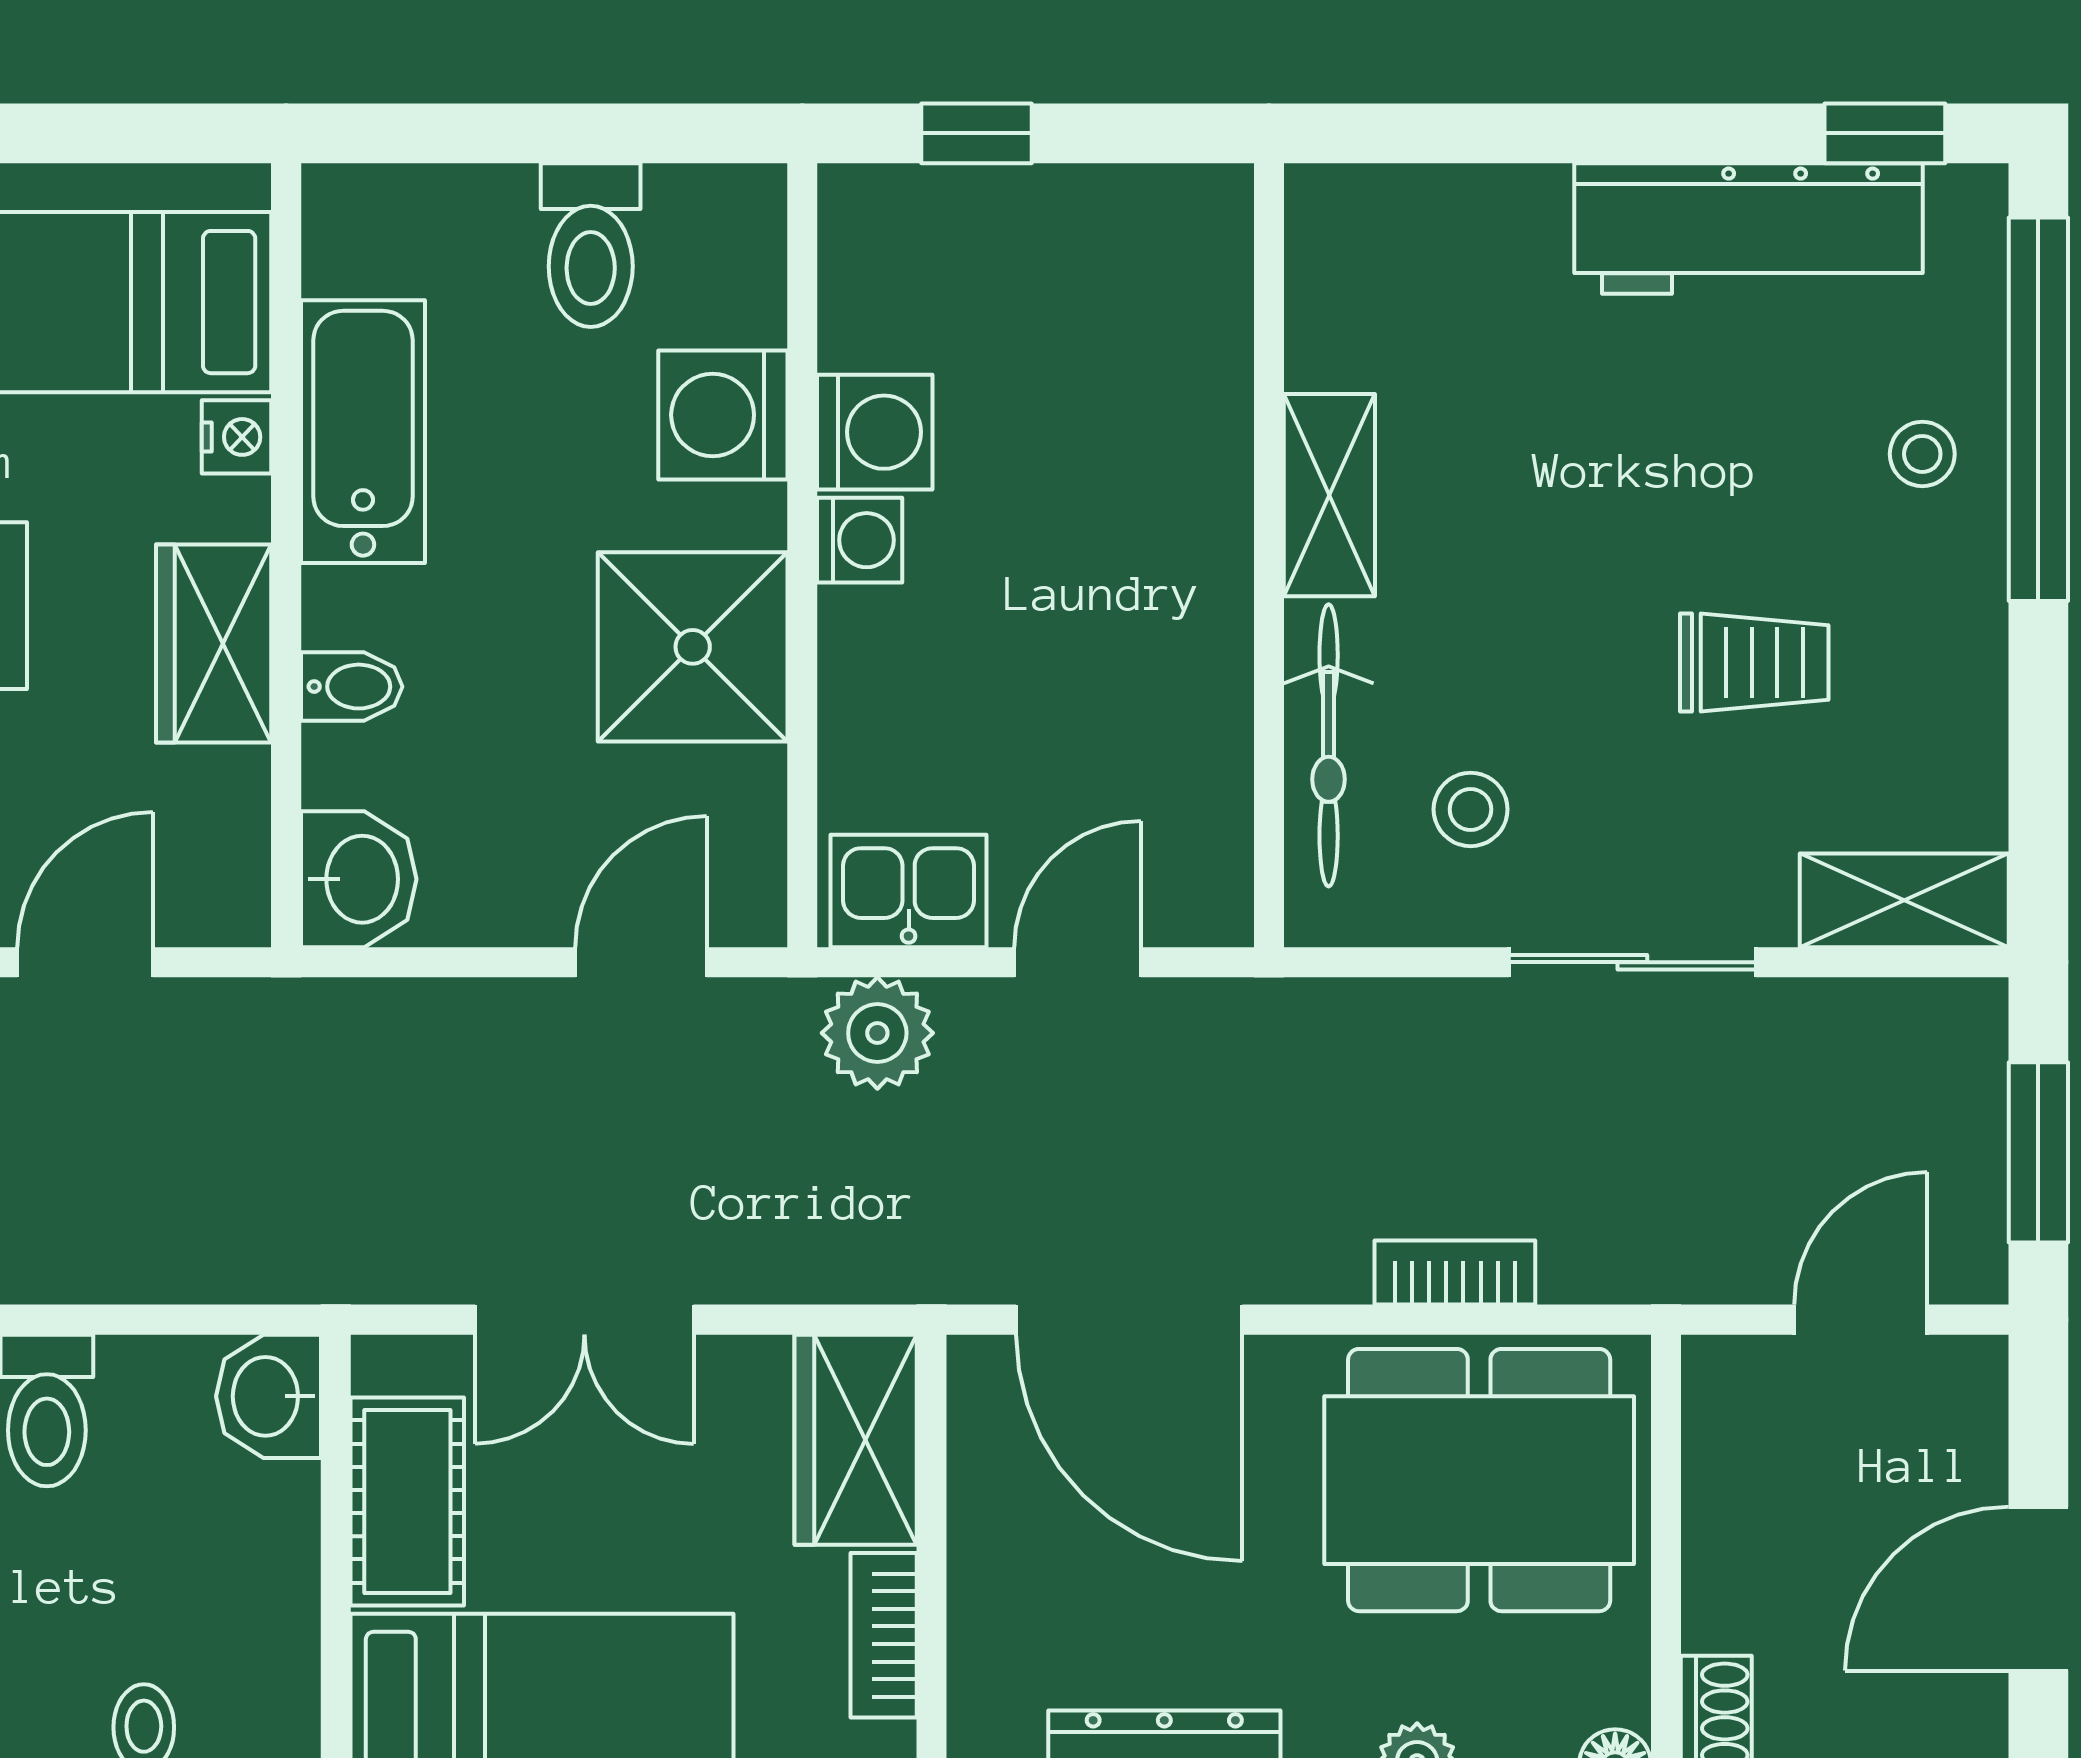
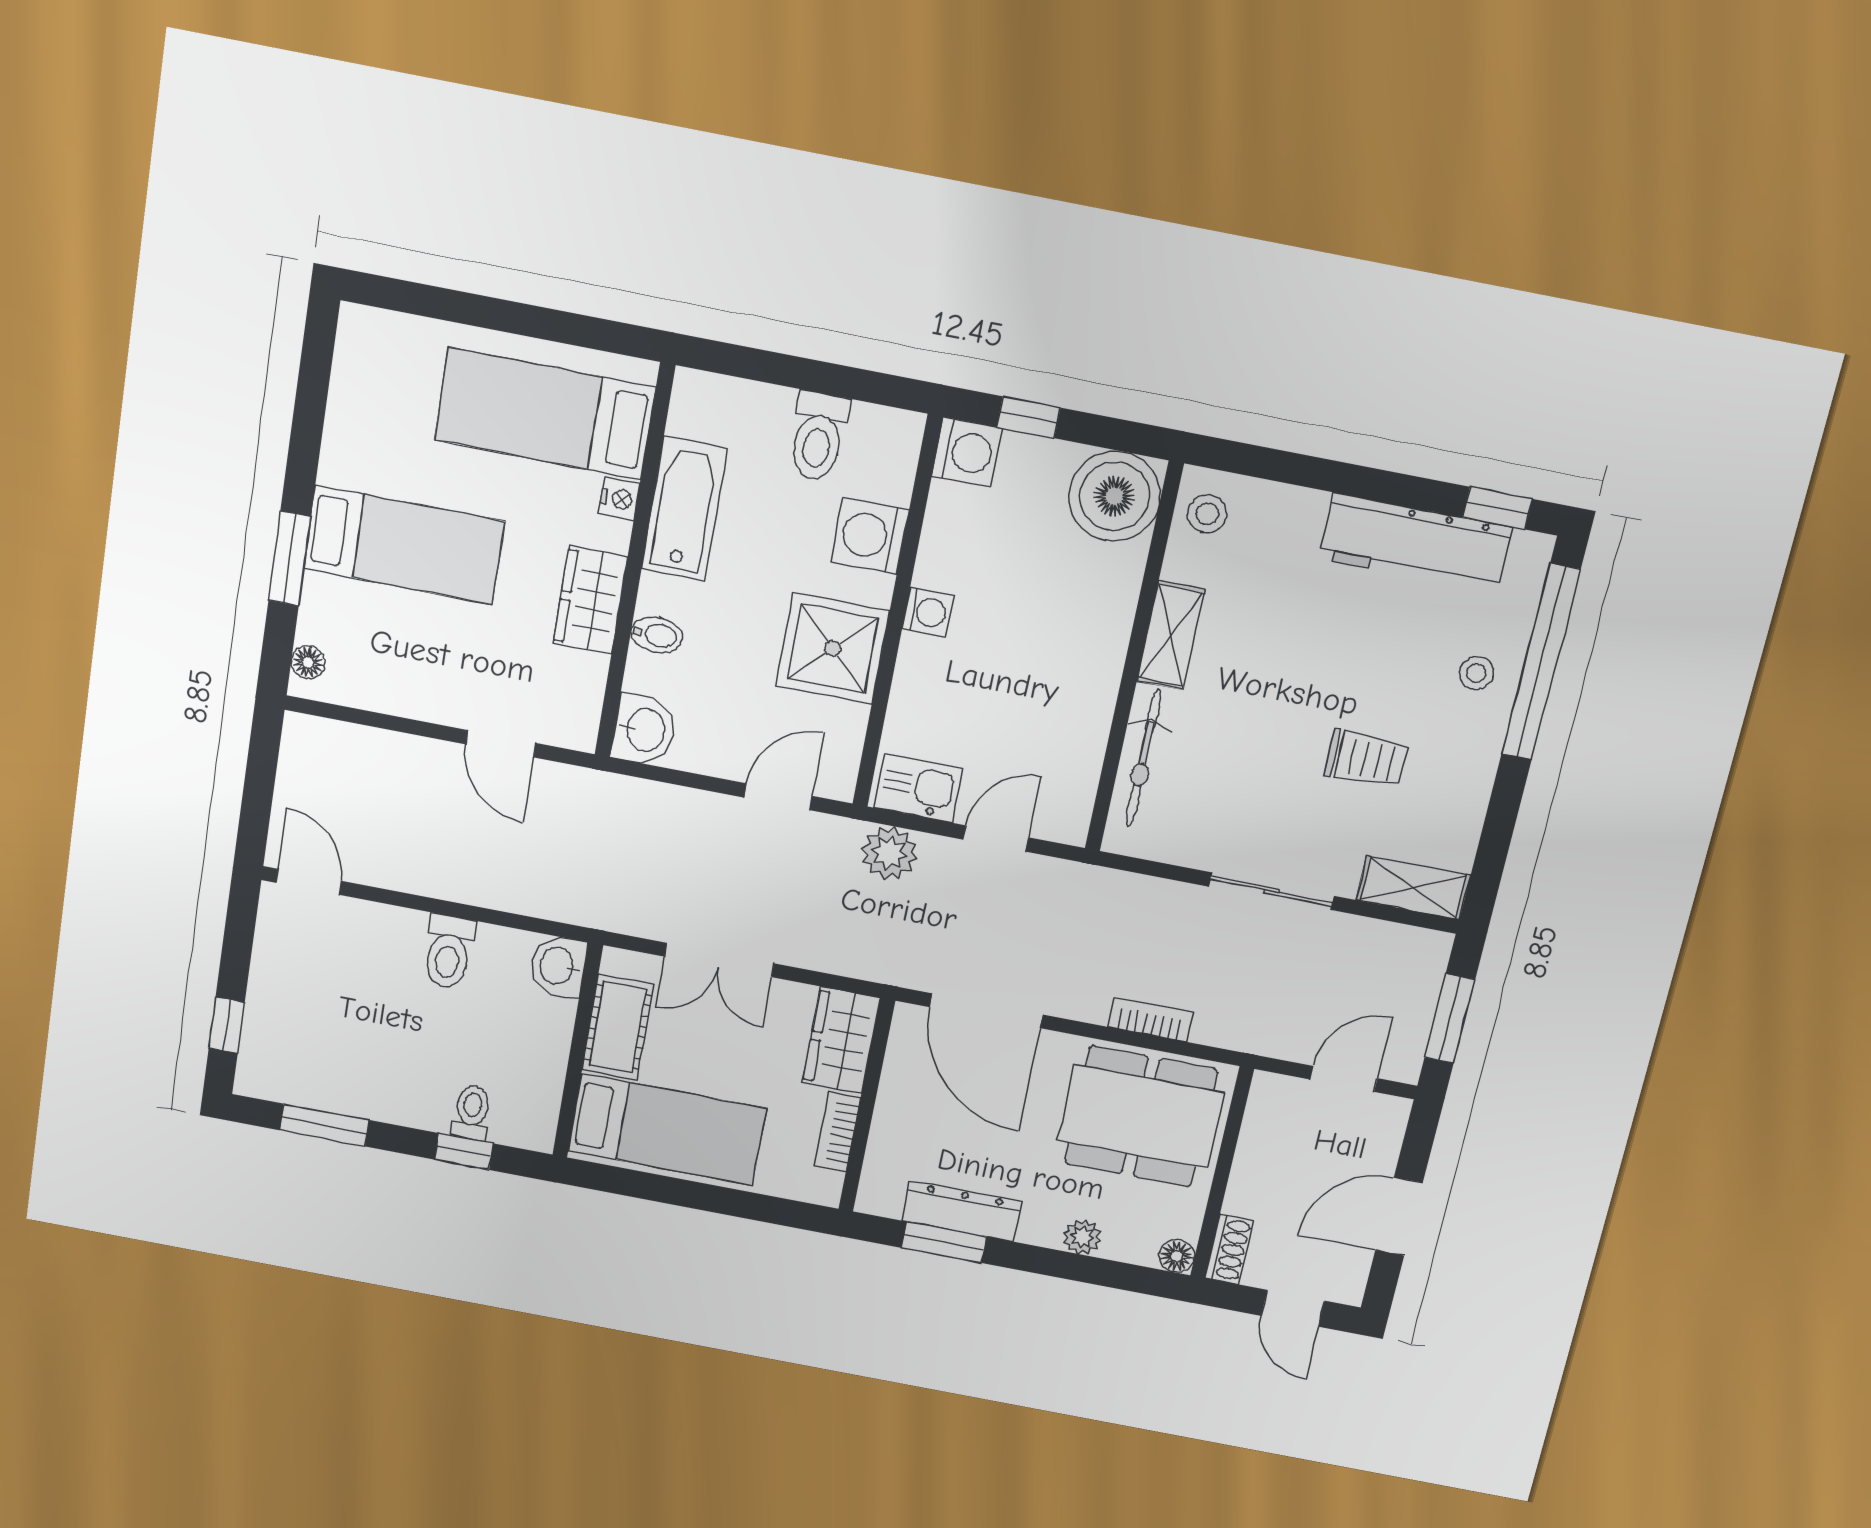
boiler: (1167, 250) -> (1114, 496), added
washing machine: (875, 432) -> (967, 452), moved
stool: (1471, 809) -> (1207, 514), moved
door: (85, 962) -> (501, 744), swing flipped

